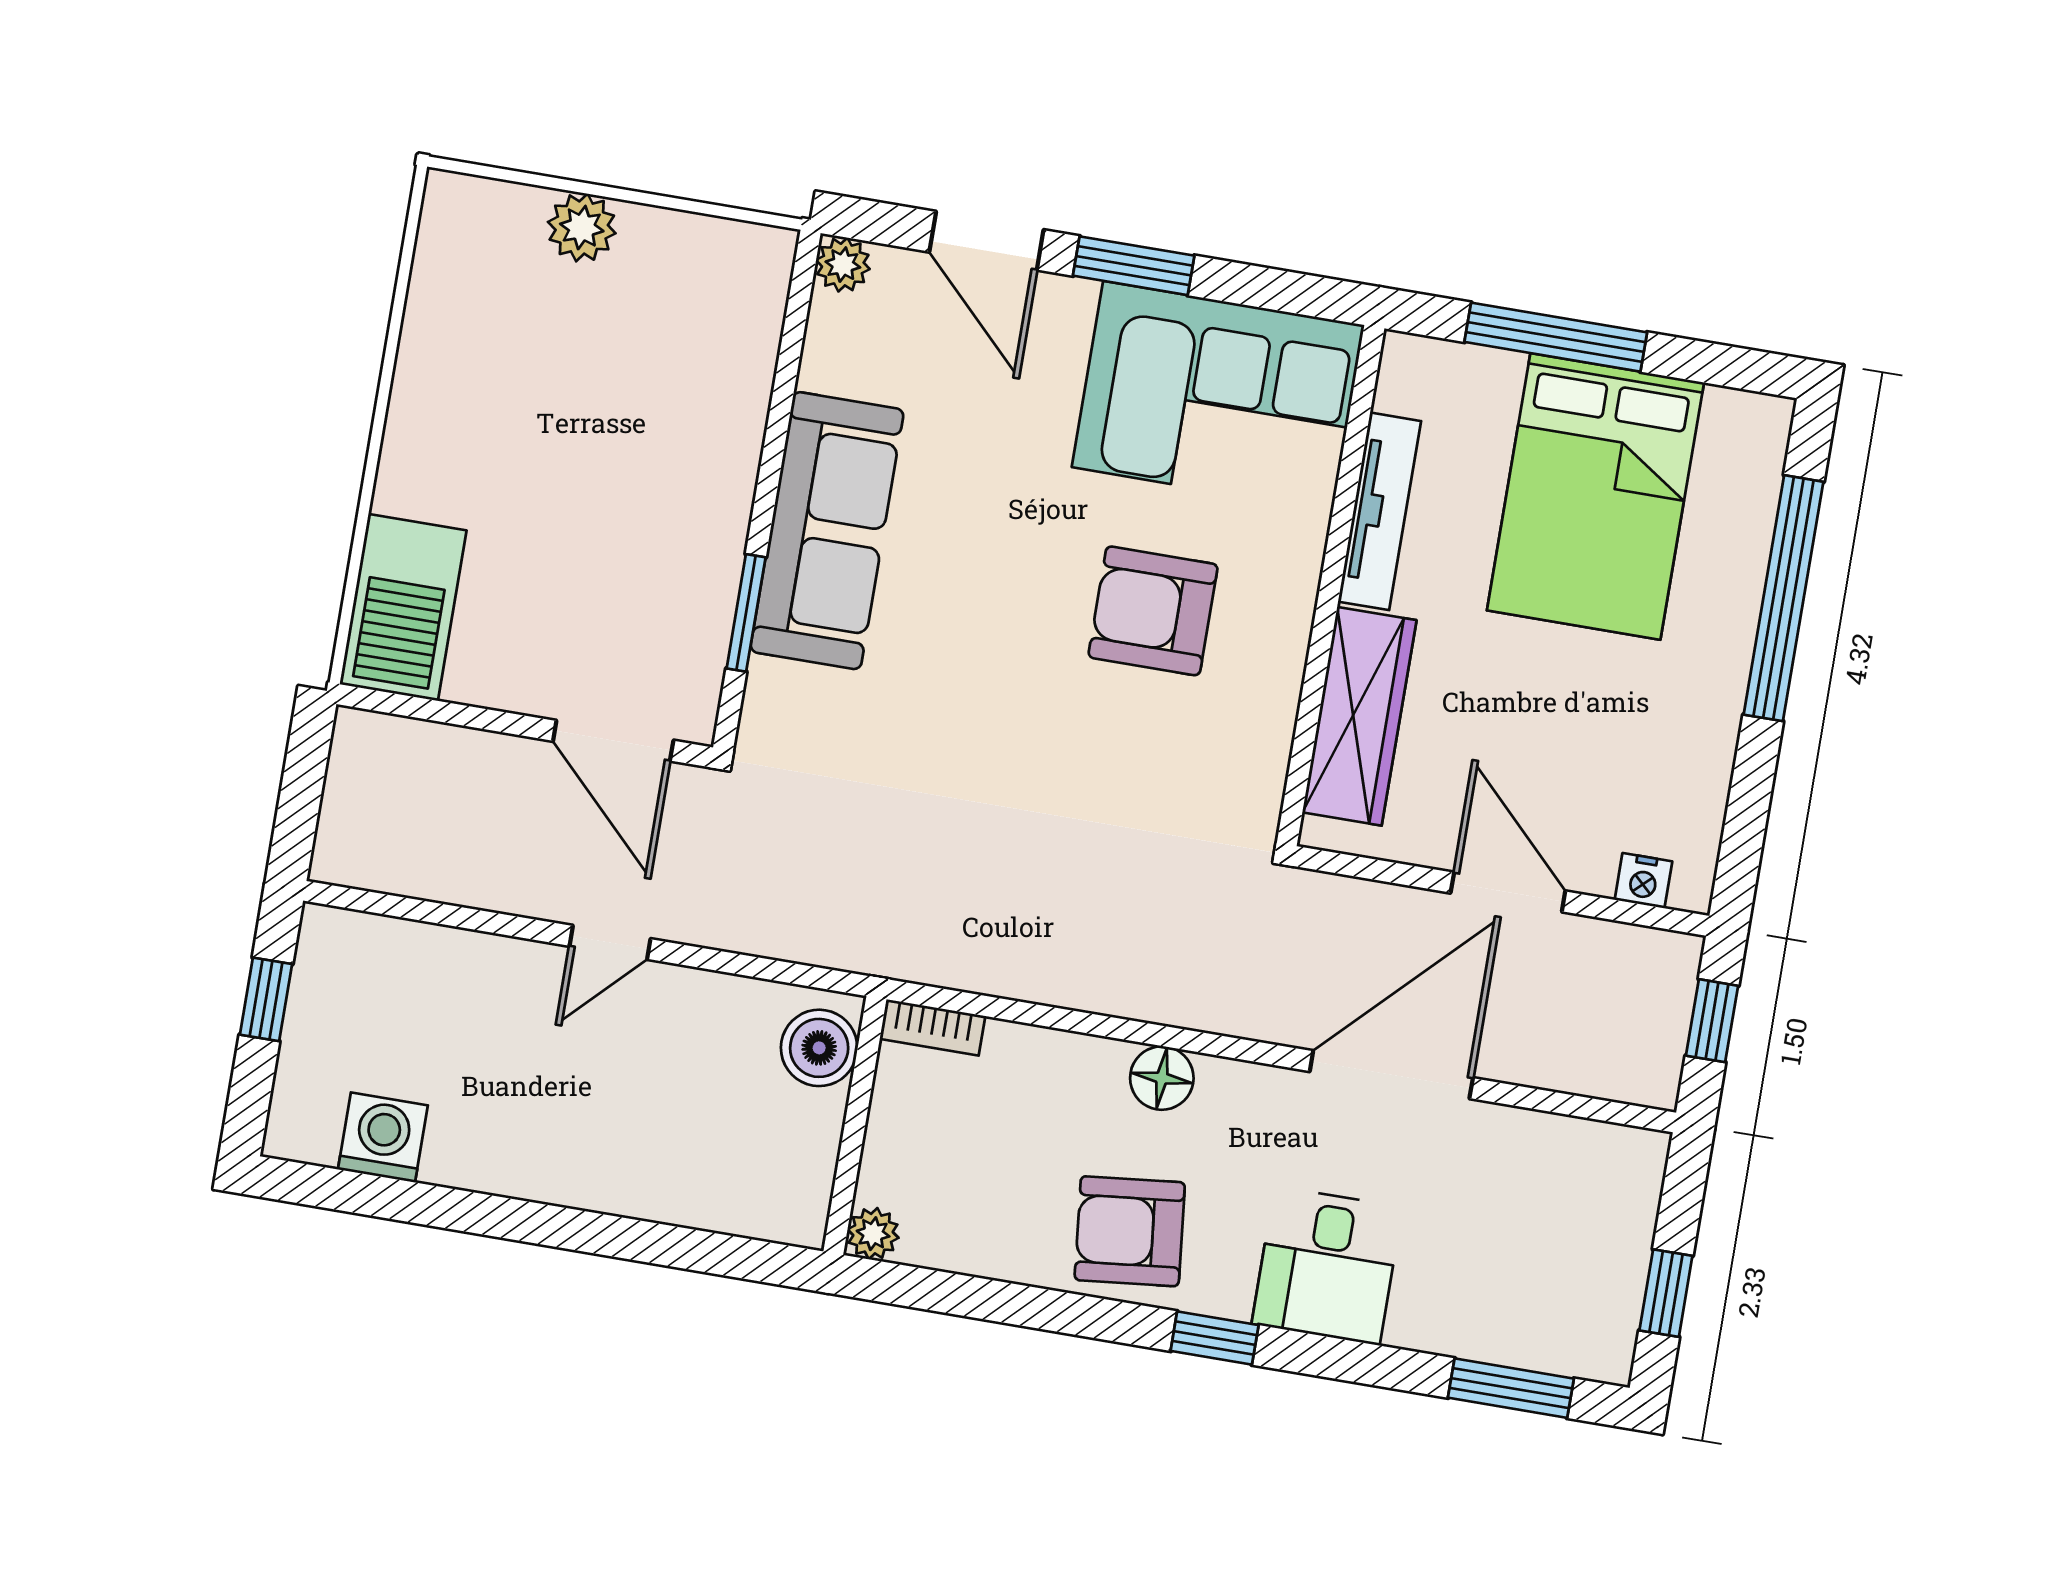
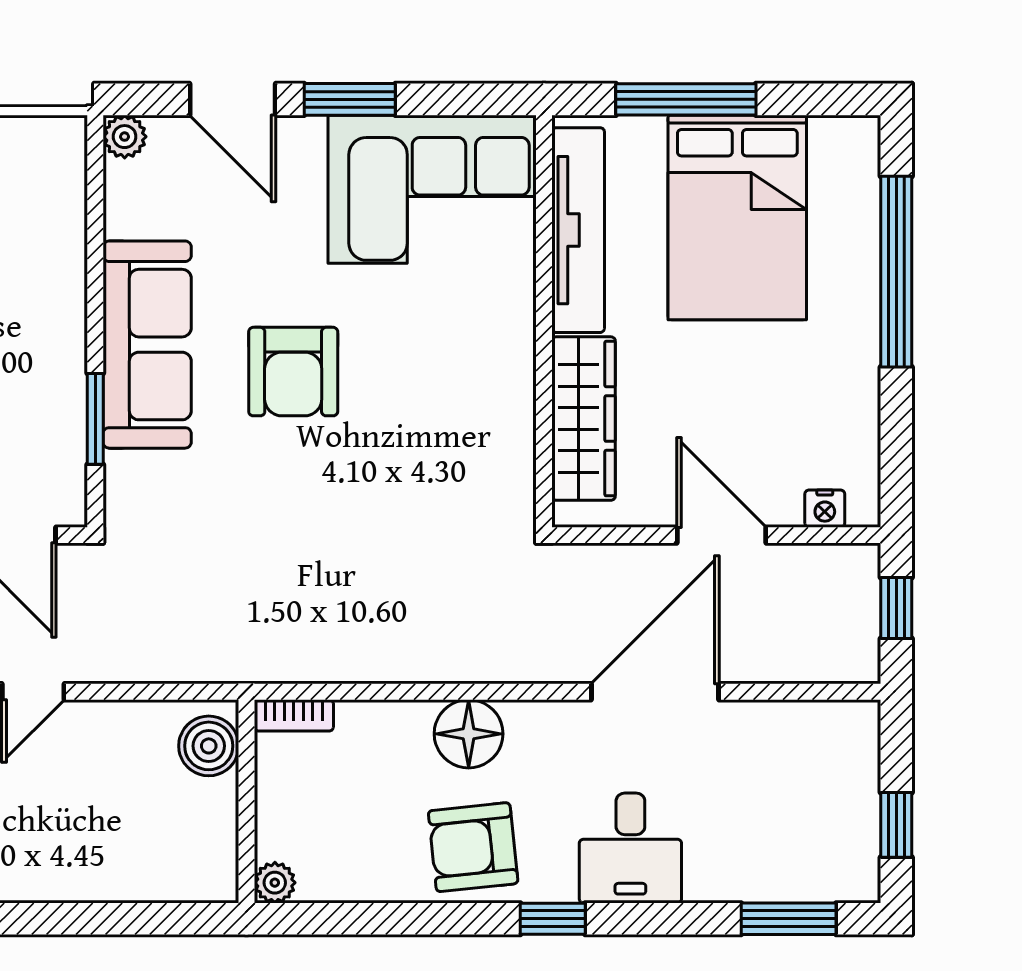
tv unit: (1380, 511) -> (578, 230), width x1.36, depth x1.29
armchair: (1153, 611) -> (293, 372), moved, turned -90
floor lamp: (1162, 1078) -> (469, 734), width x1.38, depth x1.38

